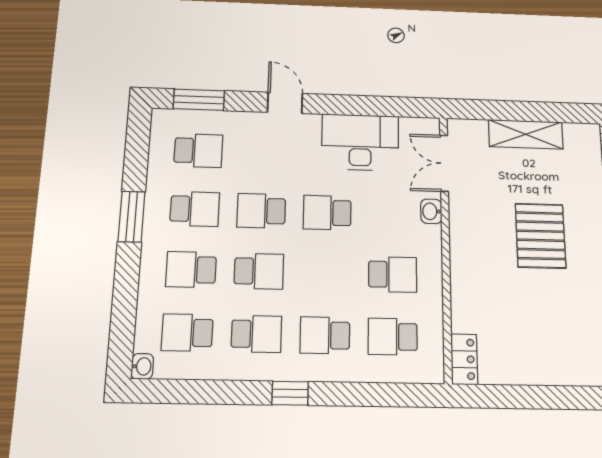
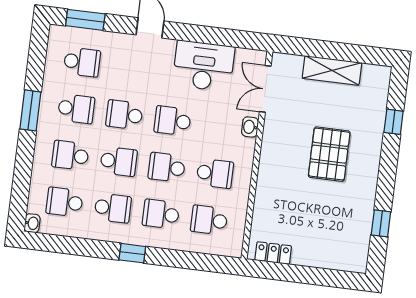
school desk: (326, 273) -> (167, 167), added
locker: (464, 359) -> (273, 253), moved, turned -90

